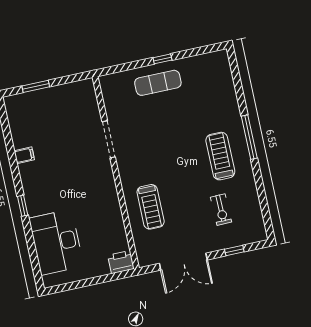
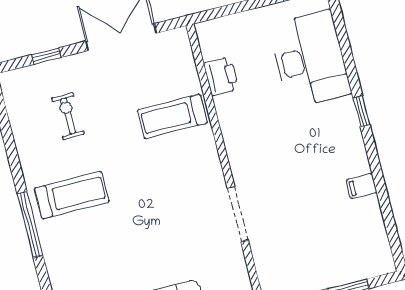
treadmill: (220, 156) -> (72, 195), turned -90
treadmill: (151, 207) -> (172, 116), turned -90
printer: (121, 262) -> (221, 76), moved, turned -90

